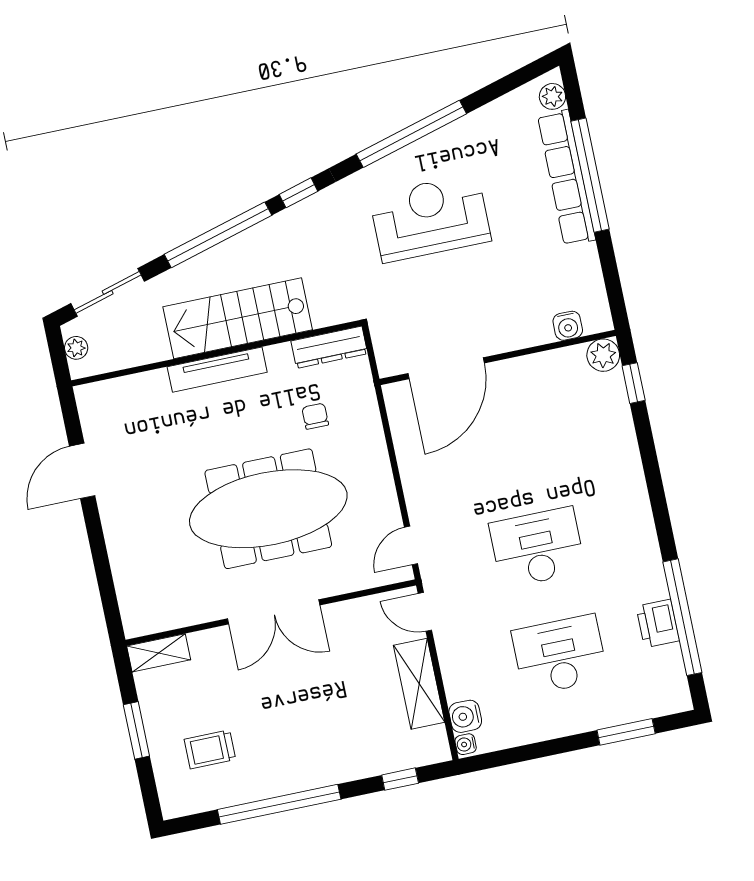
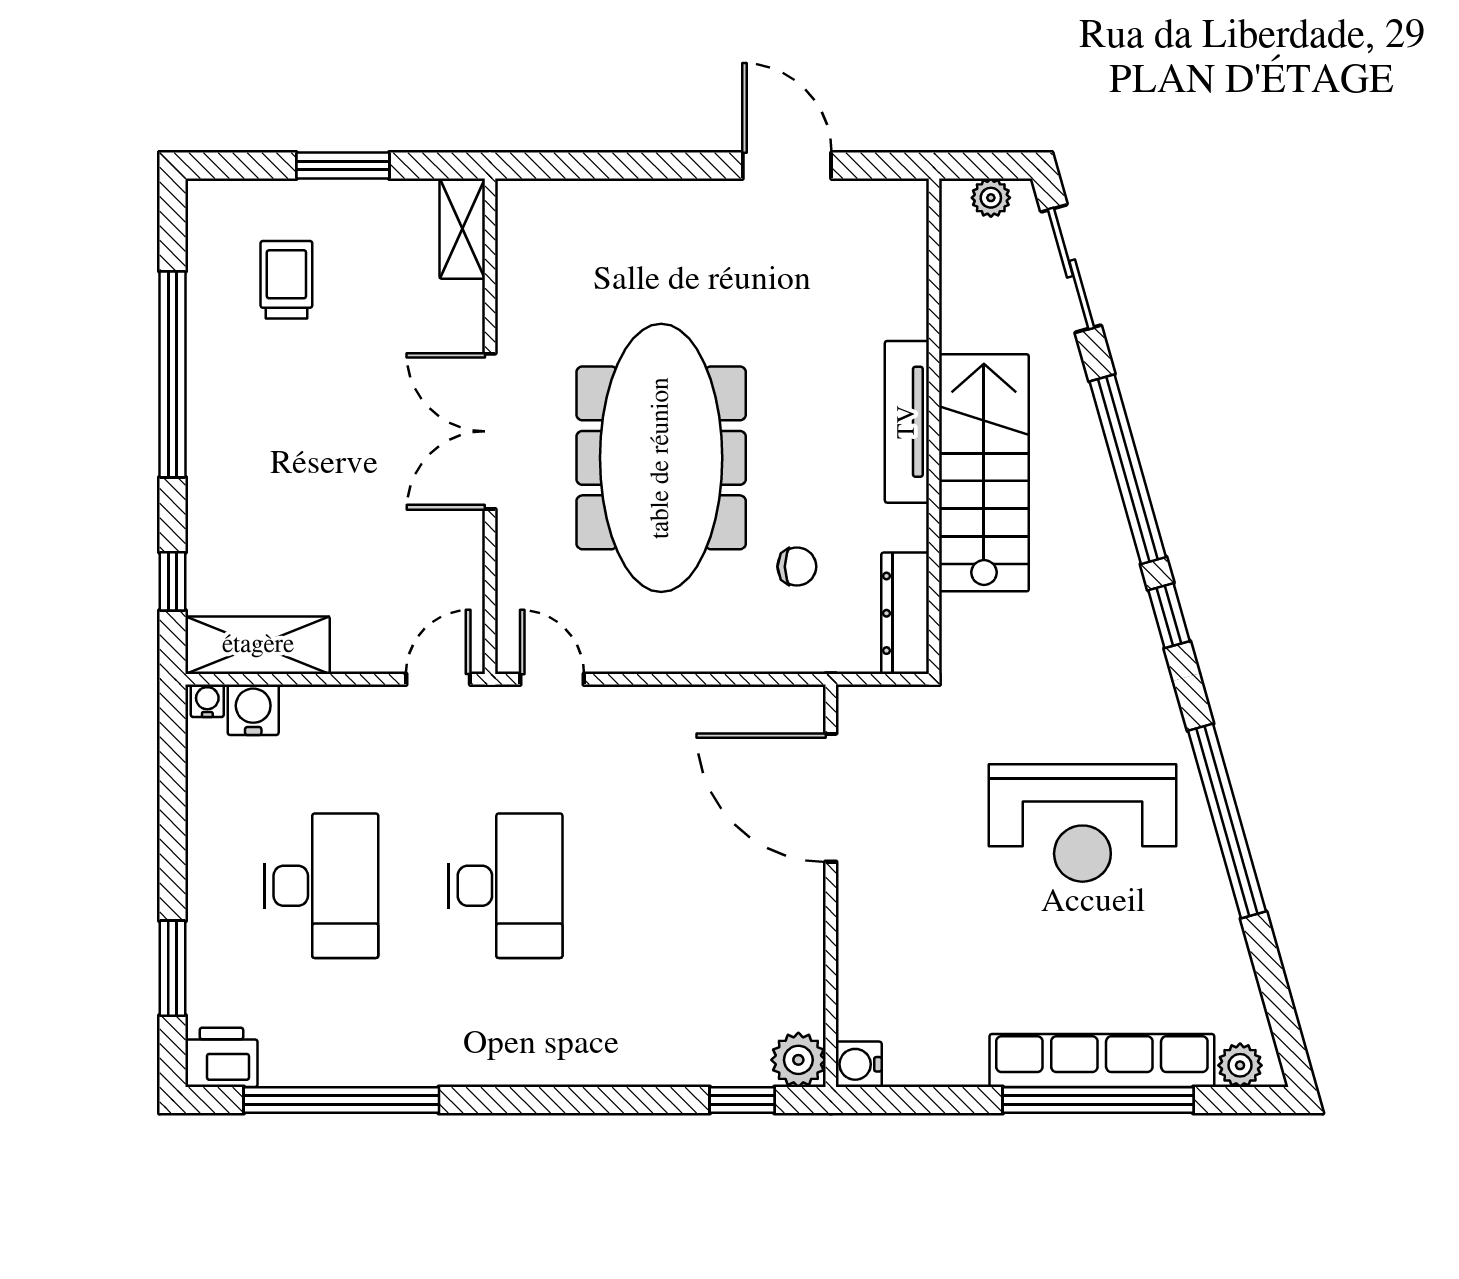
reception desk: (430, 218) -> (1082, 823), turned 90
water cooler: (568, 326) -> (859, 1064), moved
printer: (658, 623) -> (221, 1057), moved
shelving: (419, 684) -> (258, 645), moved

